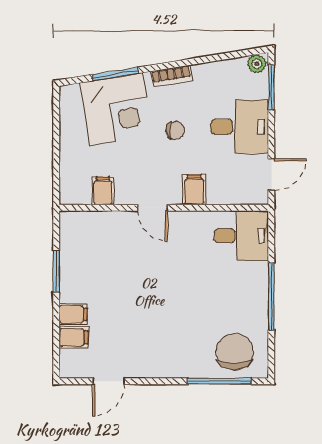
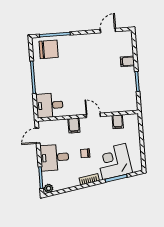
filing cabinet: (74, 337) -> (126, 50), removed
chair: (235, 352) -> (49, 49), turned -90

